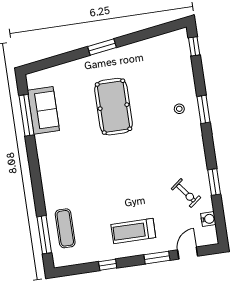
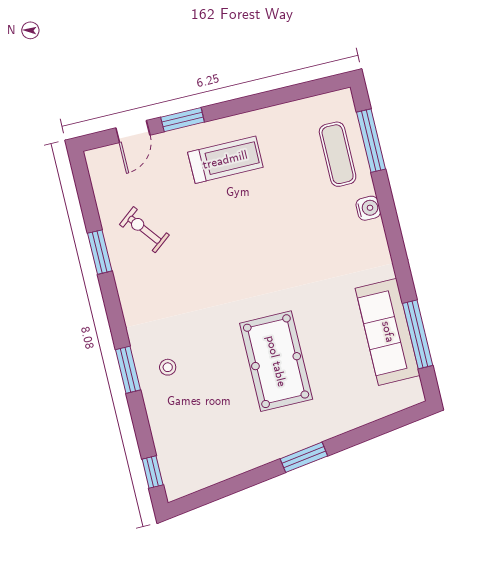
sofa: (43, 110) -> (388, 332), width x1.36
water cooler: (208, 219) -> (368, 208), moved, turned 180
window: (108, 265) -> (263, 100), removed

